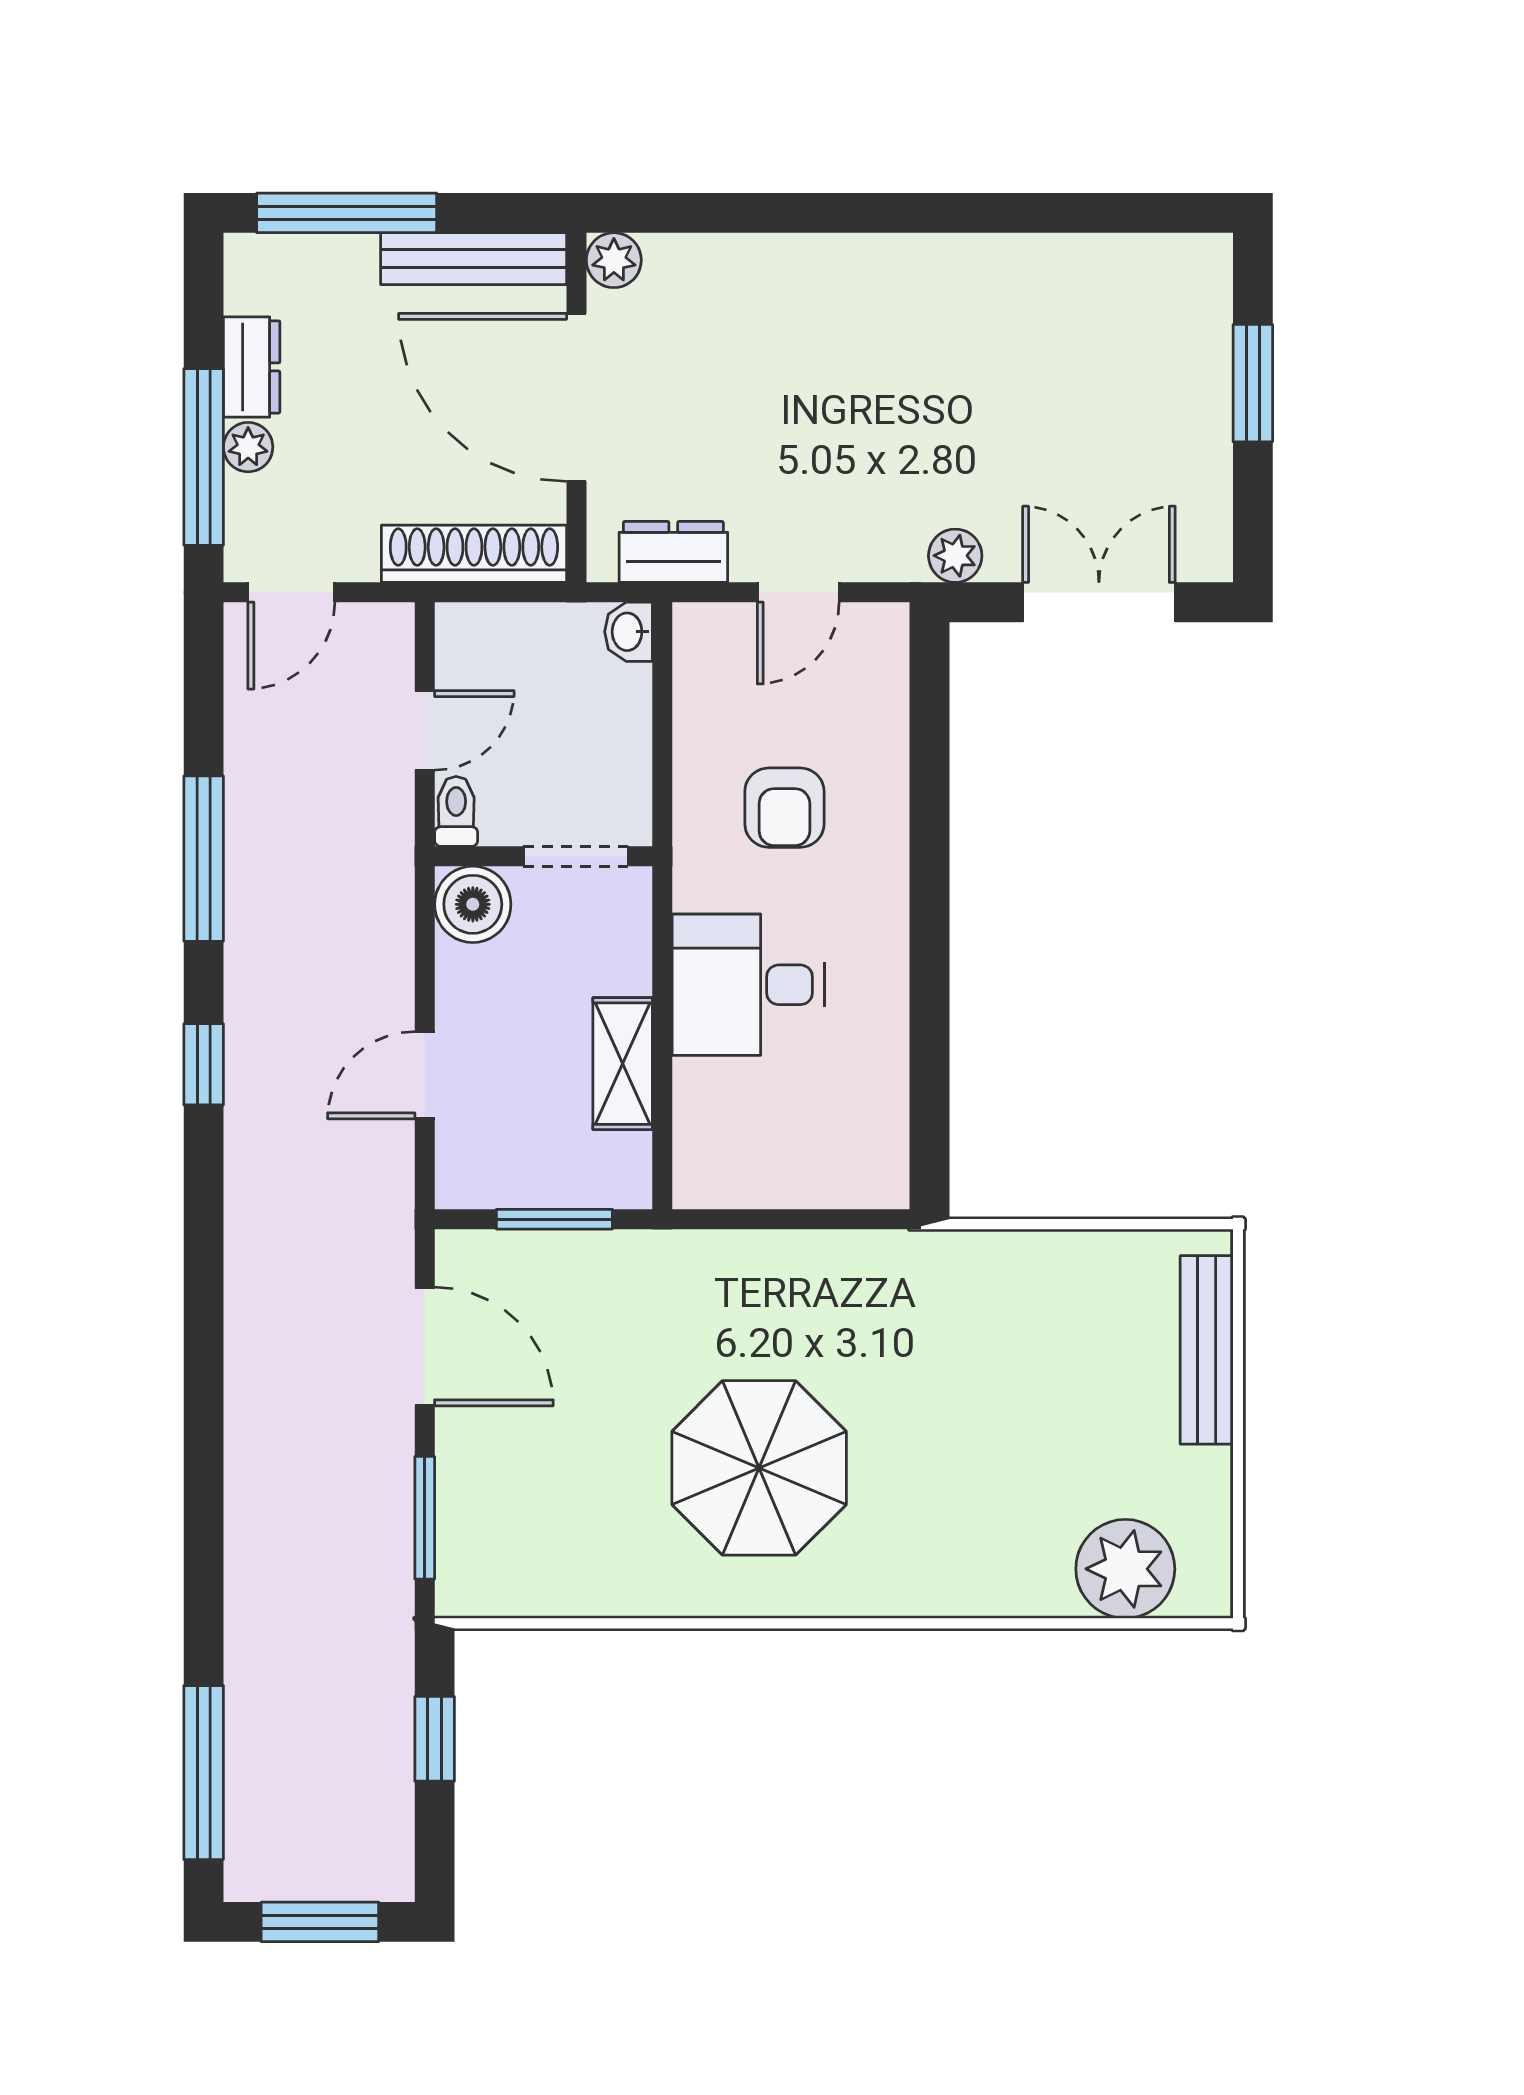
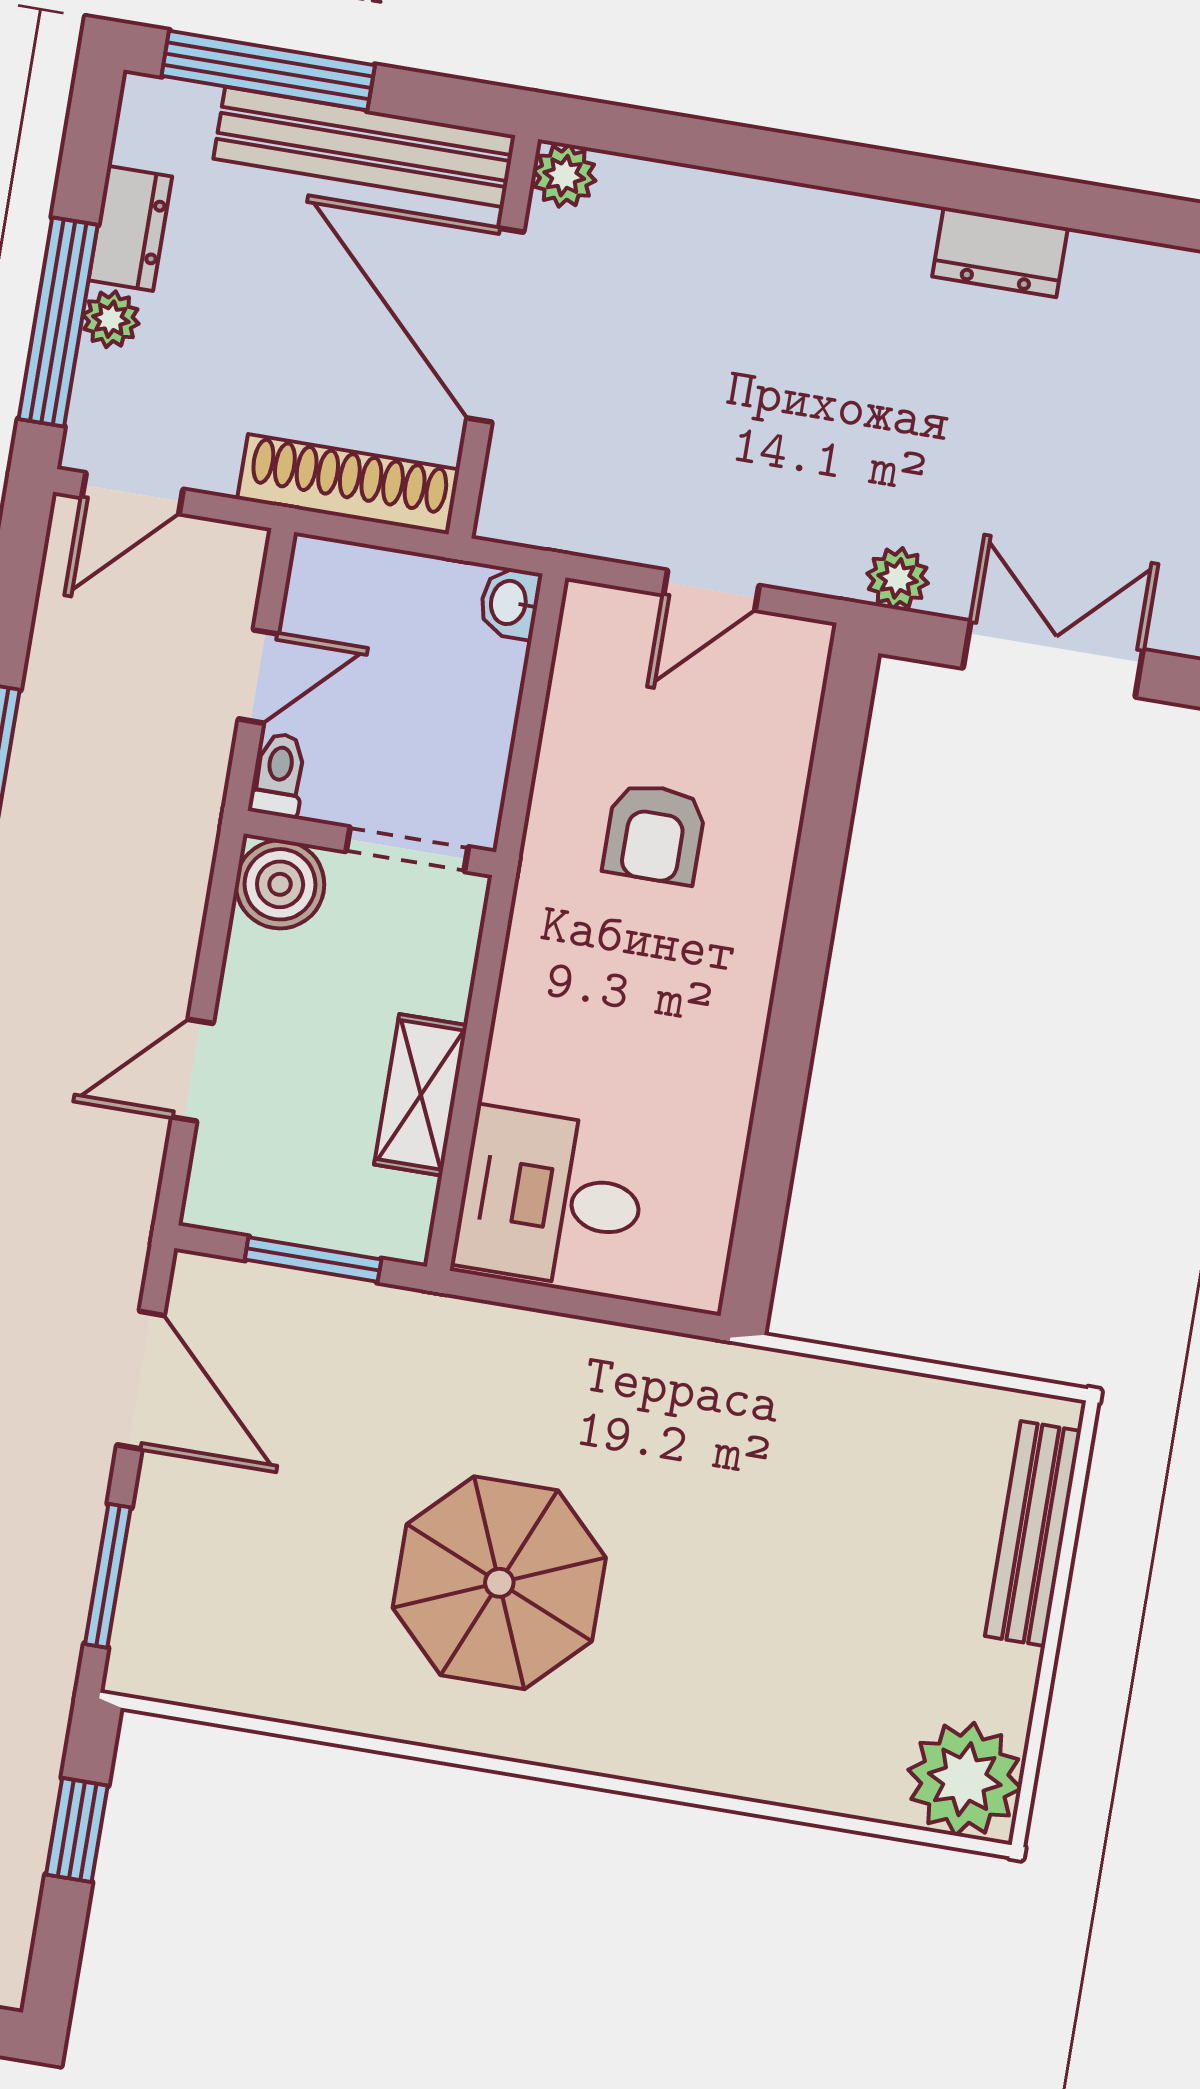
bench: (474, 259) -> (364, 147), width x1.37, depth x1.21
dresser: (673, 552) -> (1000, 252), moved, turned 180
desk: (748, 985) -> (551, 1198), moved
plant: (1125, 1569) -> (965, 1779), moved

